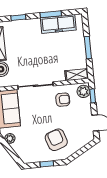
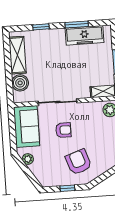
armchair: (63, 100) -> (63, 130), moved

